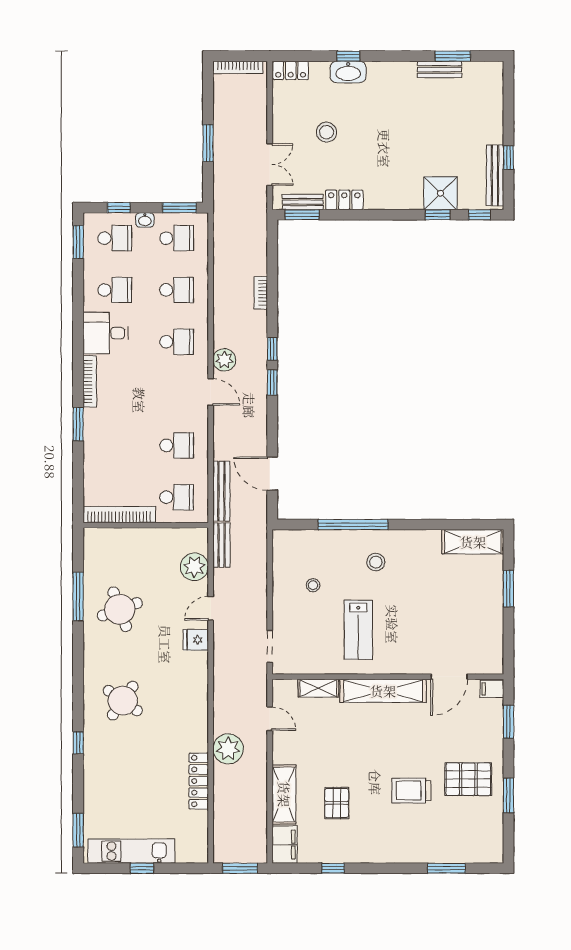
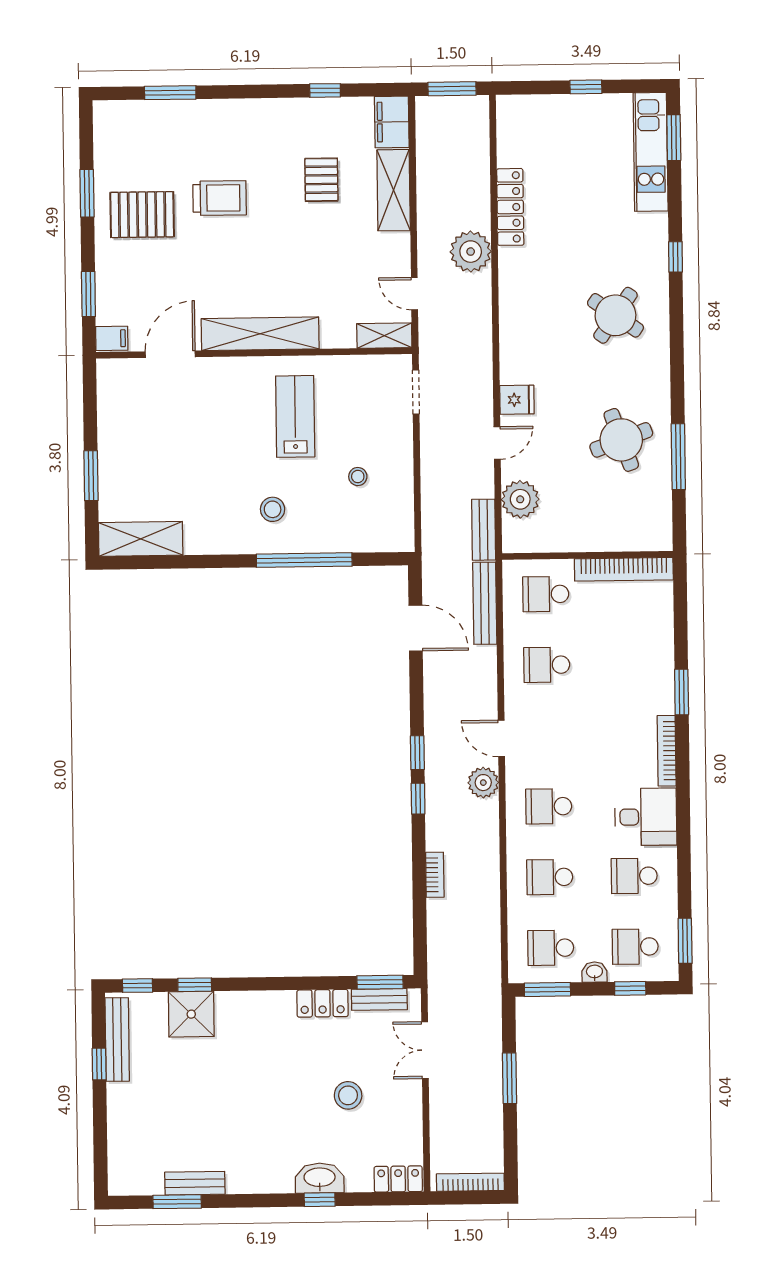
shelving: (318, 688) -> (384, 336), moved
kitchen unit: (131, 851) -> (651, 152), moved, turned 90

